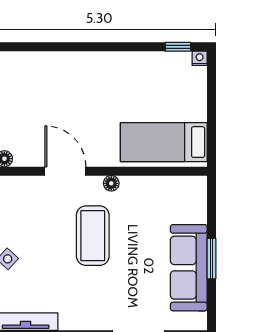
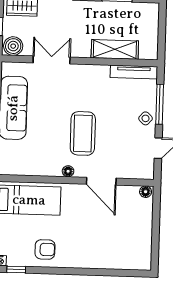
armchair: (139, 75) -> (45, 249), added

